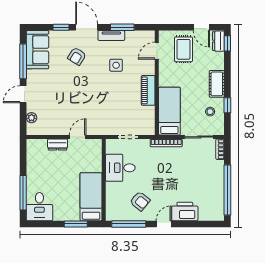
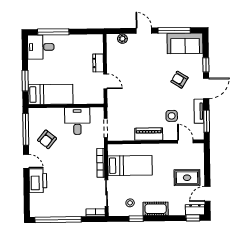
door: (157, 51) -> (185, 142), moved
wall: (157, 83) -> (156, 142), moved
piano: (148, 90) -> (149, 134), moved

